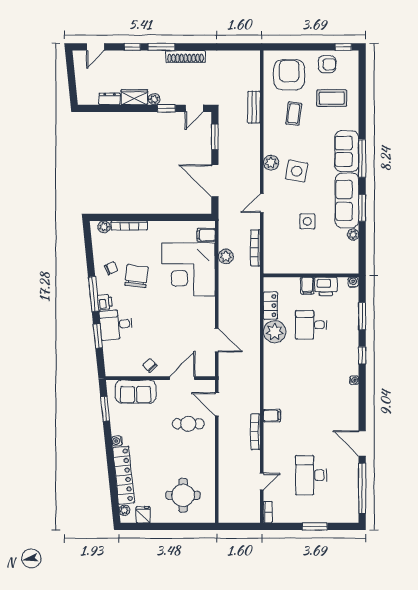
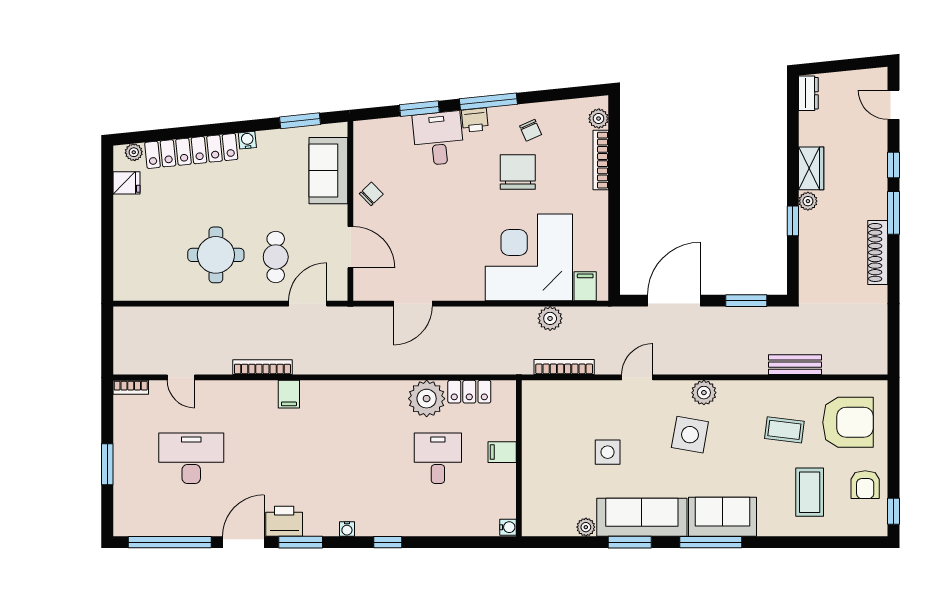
dresser: (110, 99) -> (808, 93), moved
door: (194, 108) -> (793, 267), removed
door: (262, 203) -> (637, 377), hinge flipped
chair: (137, 276) -> (518, 172), turned -97
printer: (326, 286) -> (284, 521), moved, turned 90
window: (362, 316) -> (301, 542), moved
round table: (183, 495) -> (216, 255), moved

